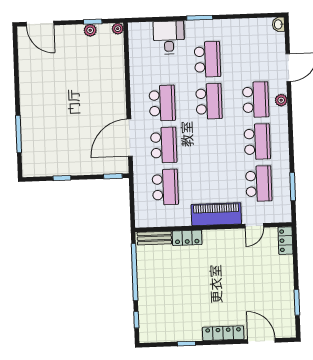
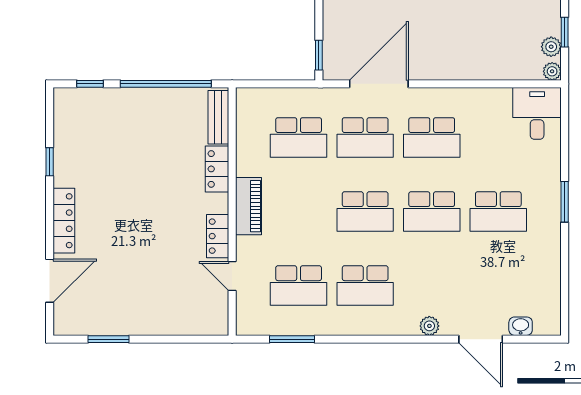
washbasin: (279, 24) -> (521, 326), moved
plant: (90, 30) -> (551, 47), moved
desk: (169, 37) -> (537, 113), moved, turned -90
school desk: (256, 100) -> (365, 211), moved
door: (130, 138) -> (379, 84), hinge flipped
piano: (216, 214) -> (249, 206), width x0.73, depth x0.75
locker: (285, 241) -> (218, 236), moved, turned -90

